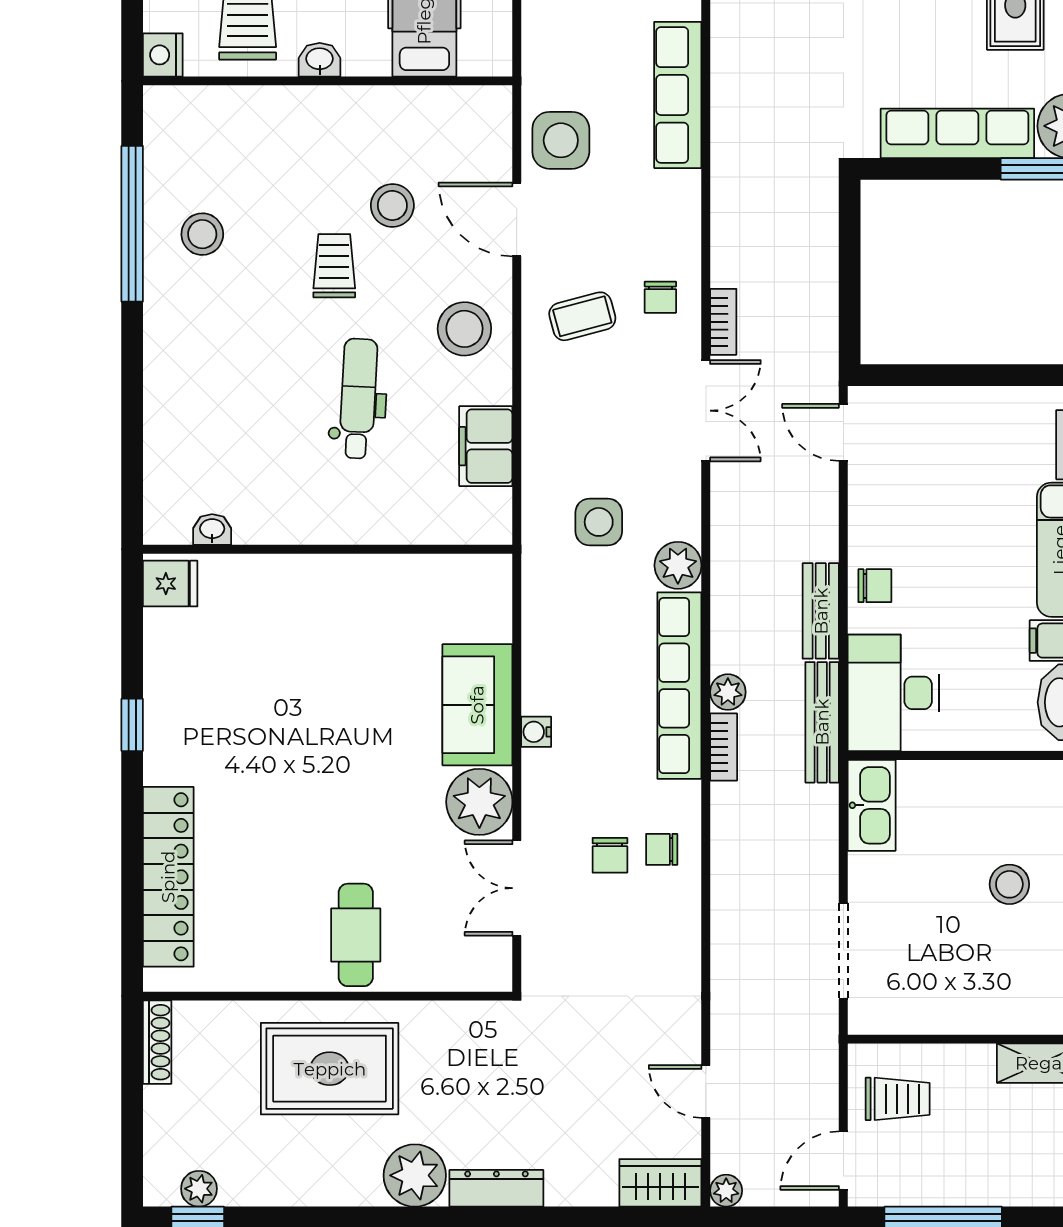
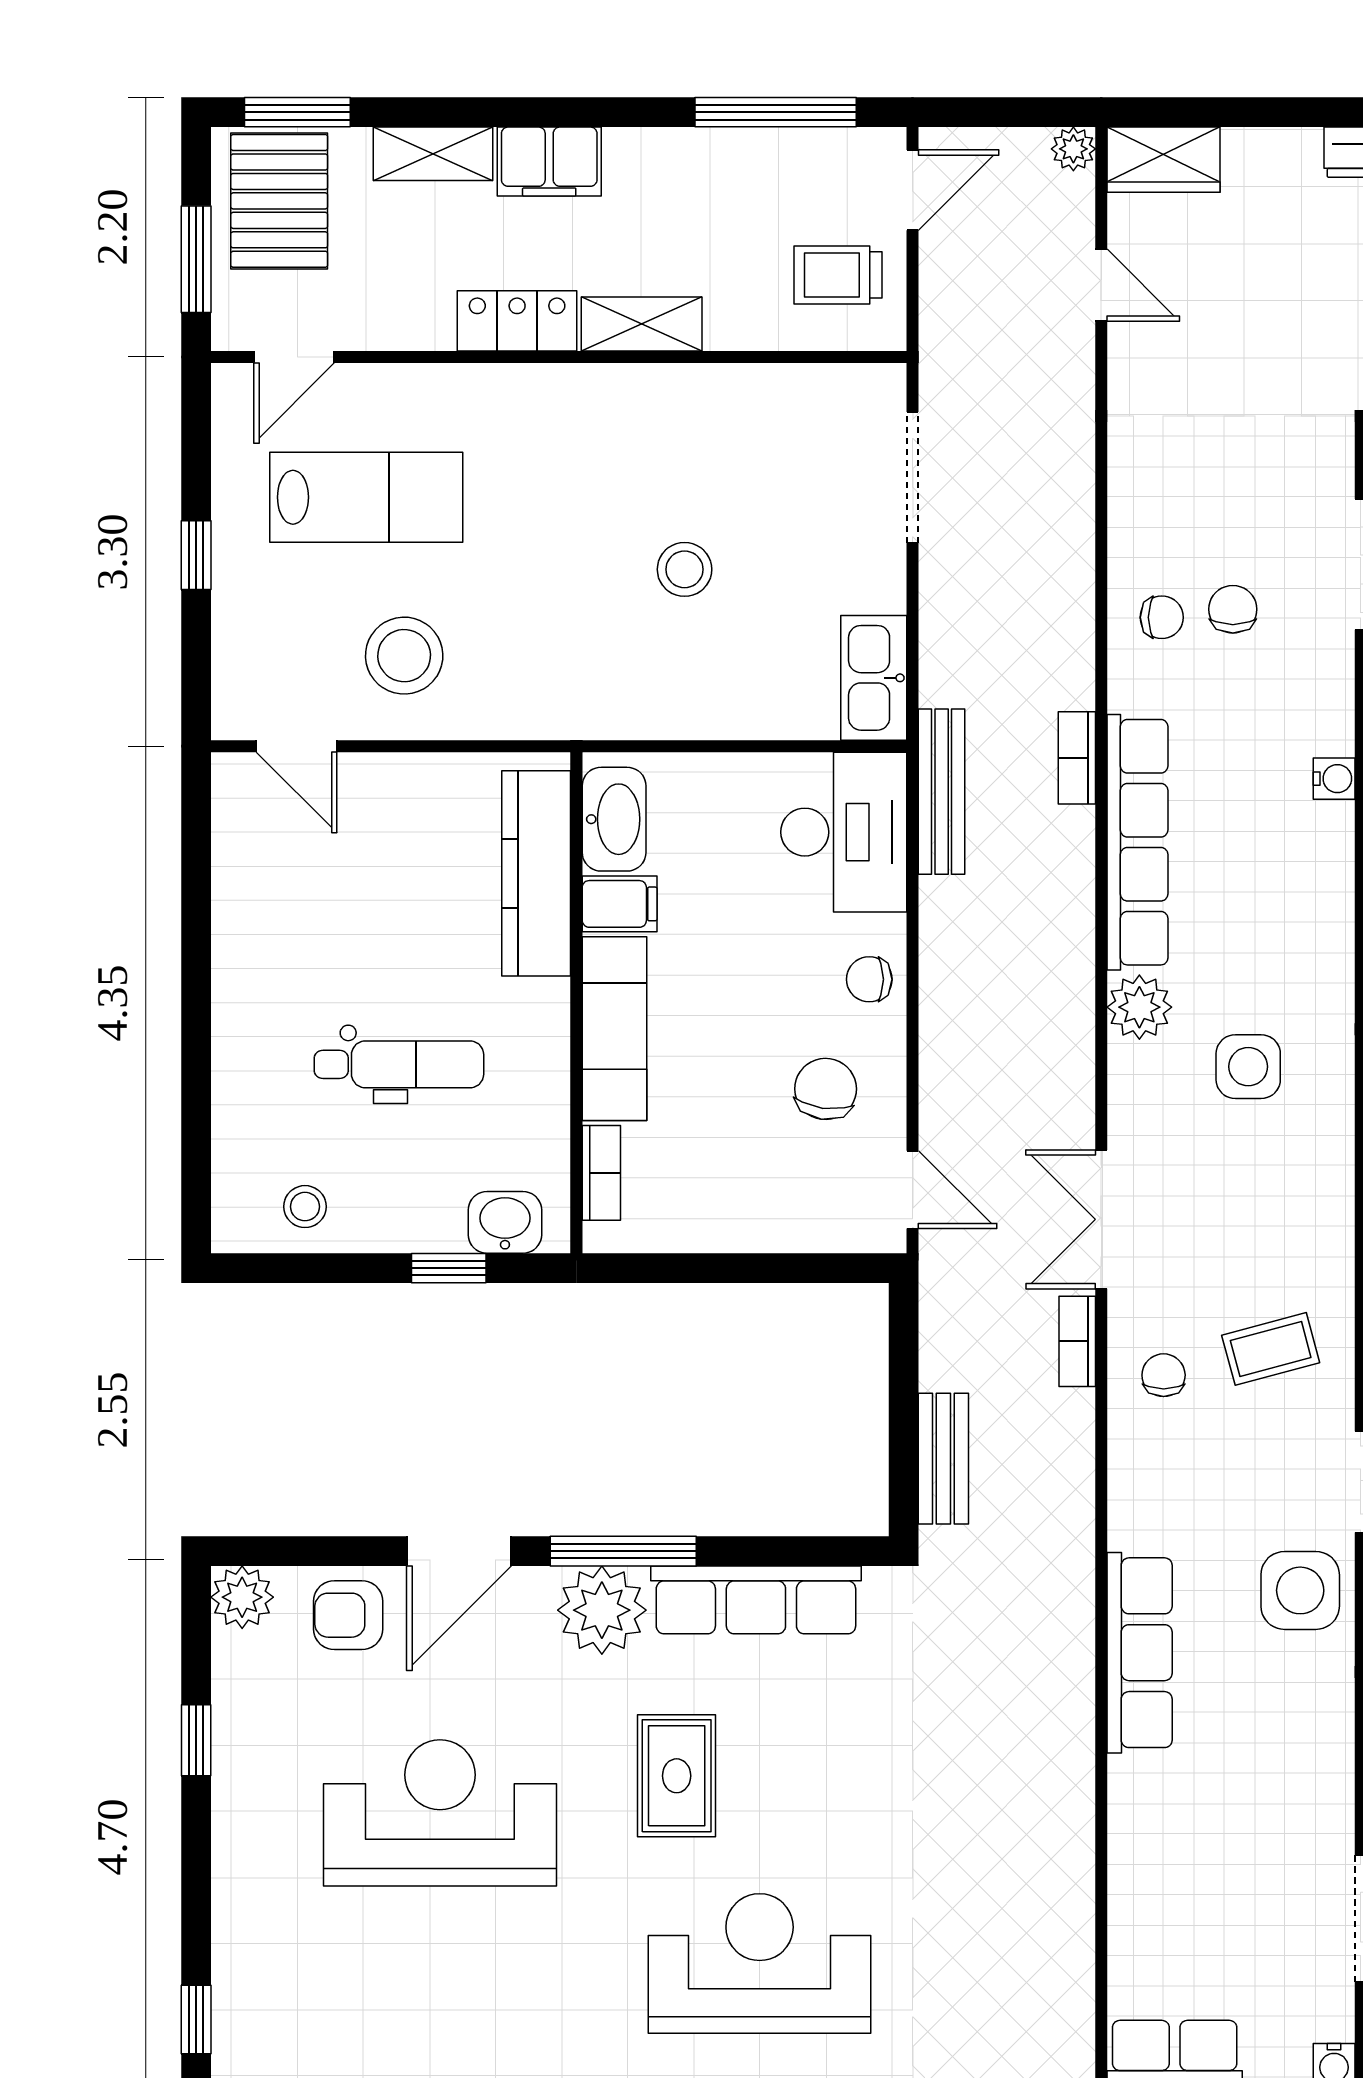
chair: (907, 506) -> (826, 1089), added
bench: (821, 611) -> (943, 1459), moved
plant: (728, 692) -> (1071, 833), removed

